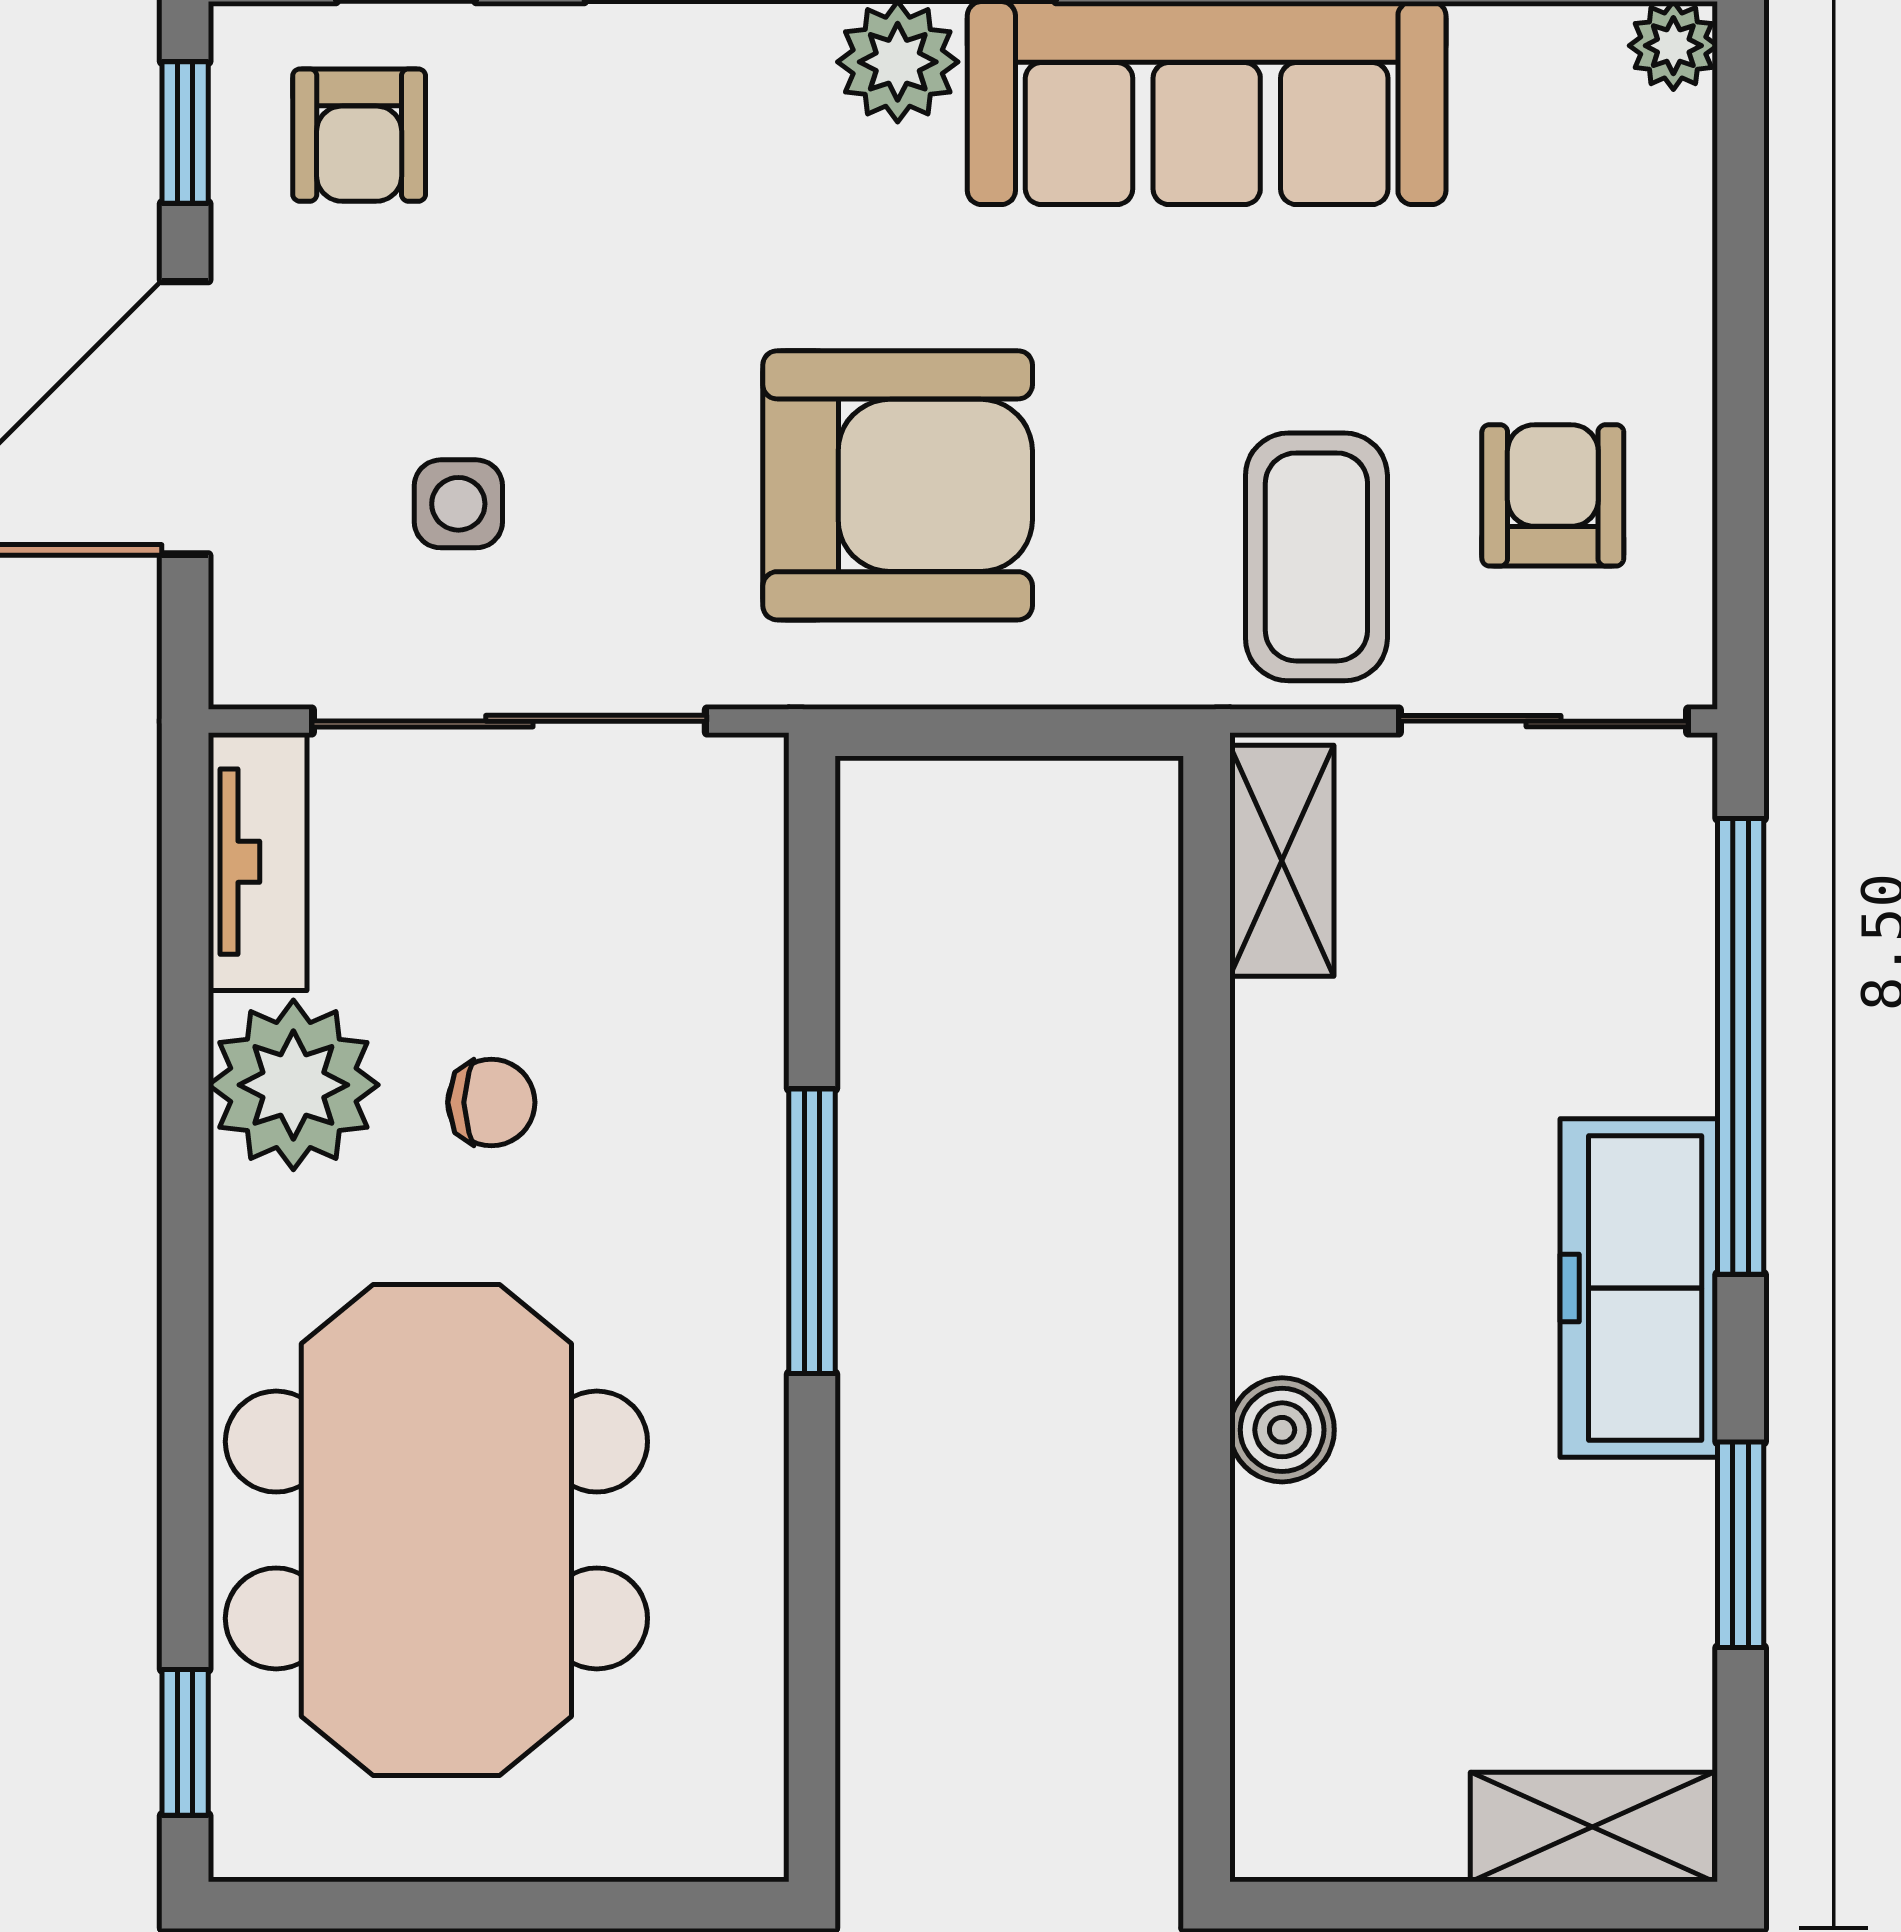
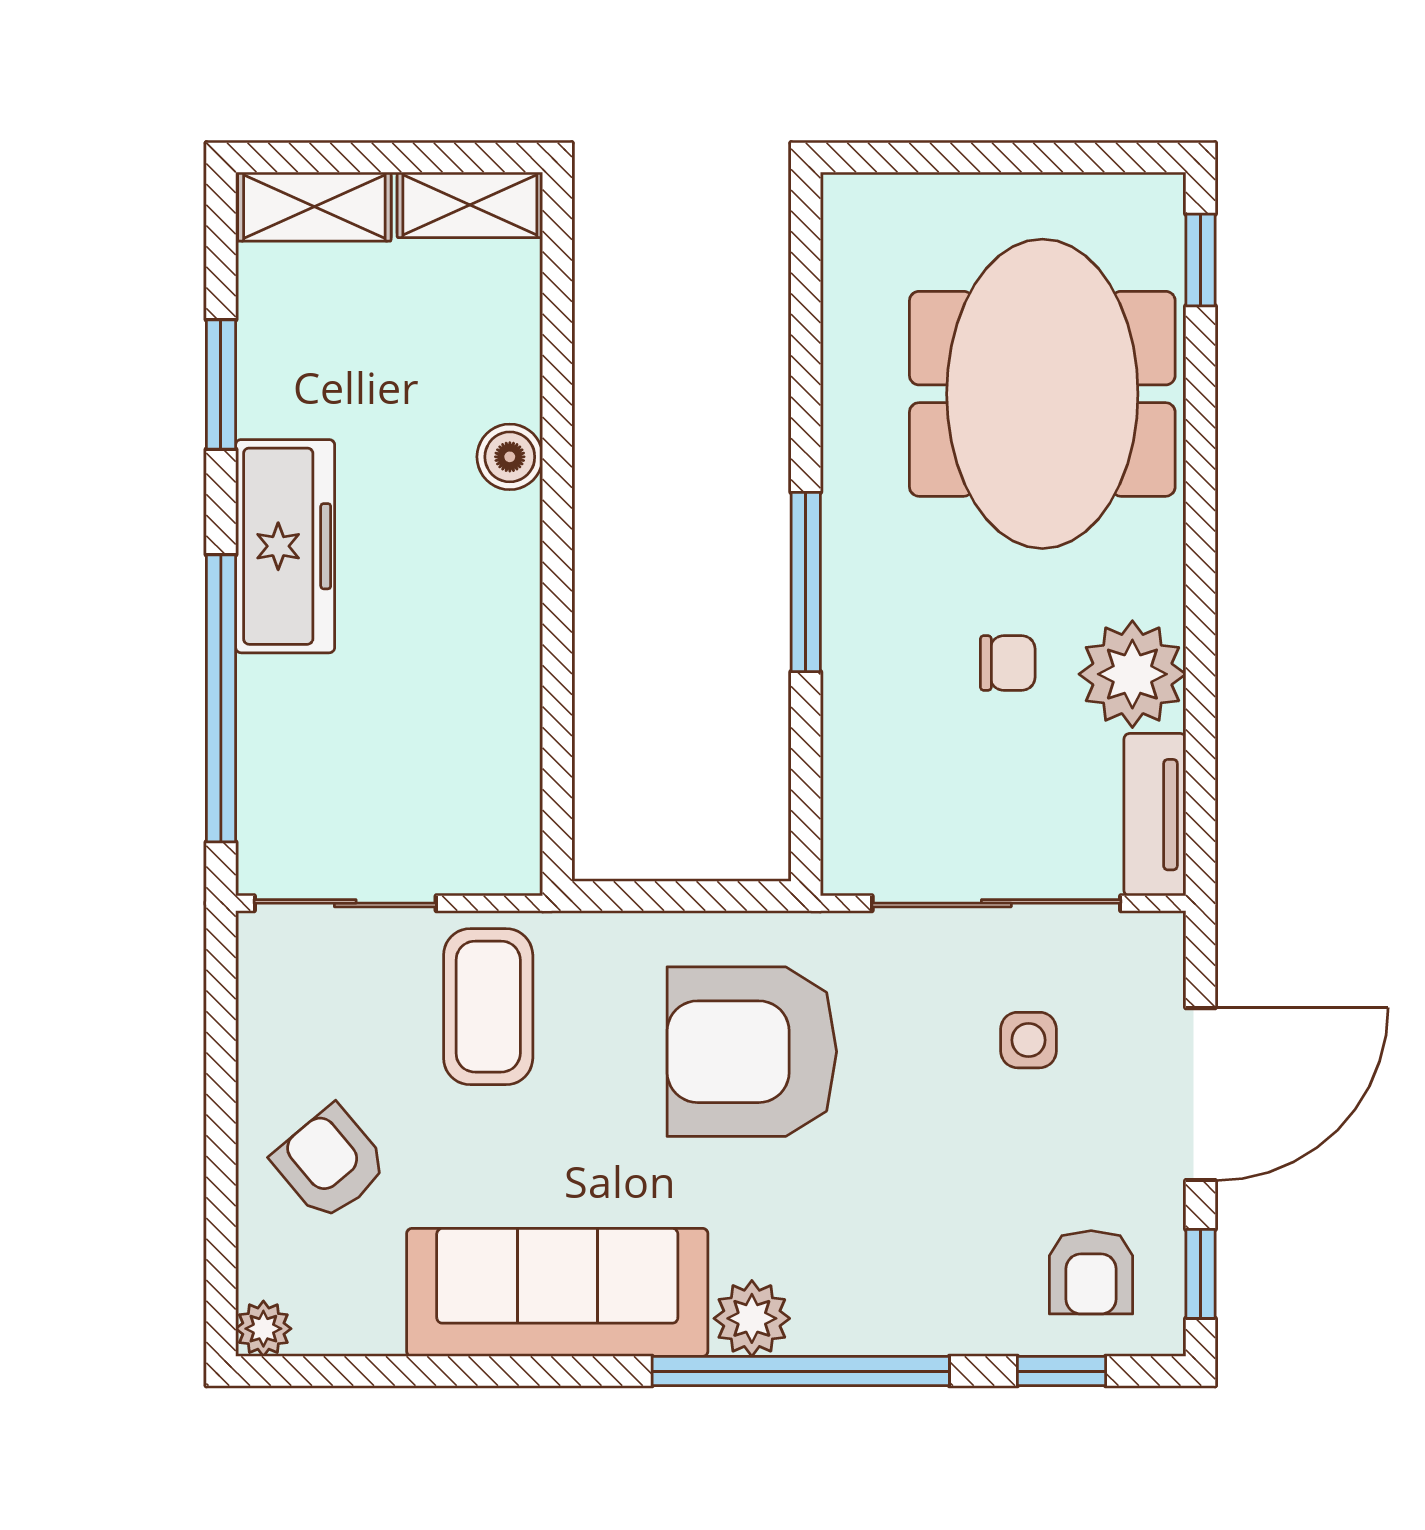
armchair: (359, 135) -> (1091, 1272), turned 180
armchair: (1553, 495) -> (330, 1163), moved, turned 140
shelving: (1282, 861) -> (470, 205), moved, turned 90
chair: (491, 1102) -> (1008, 663), turned 180

